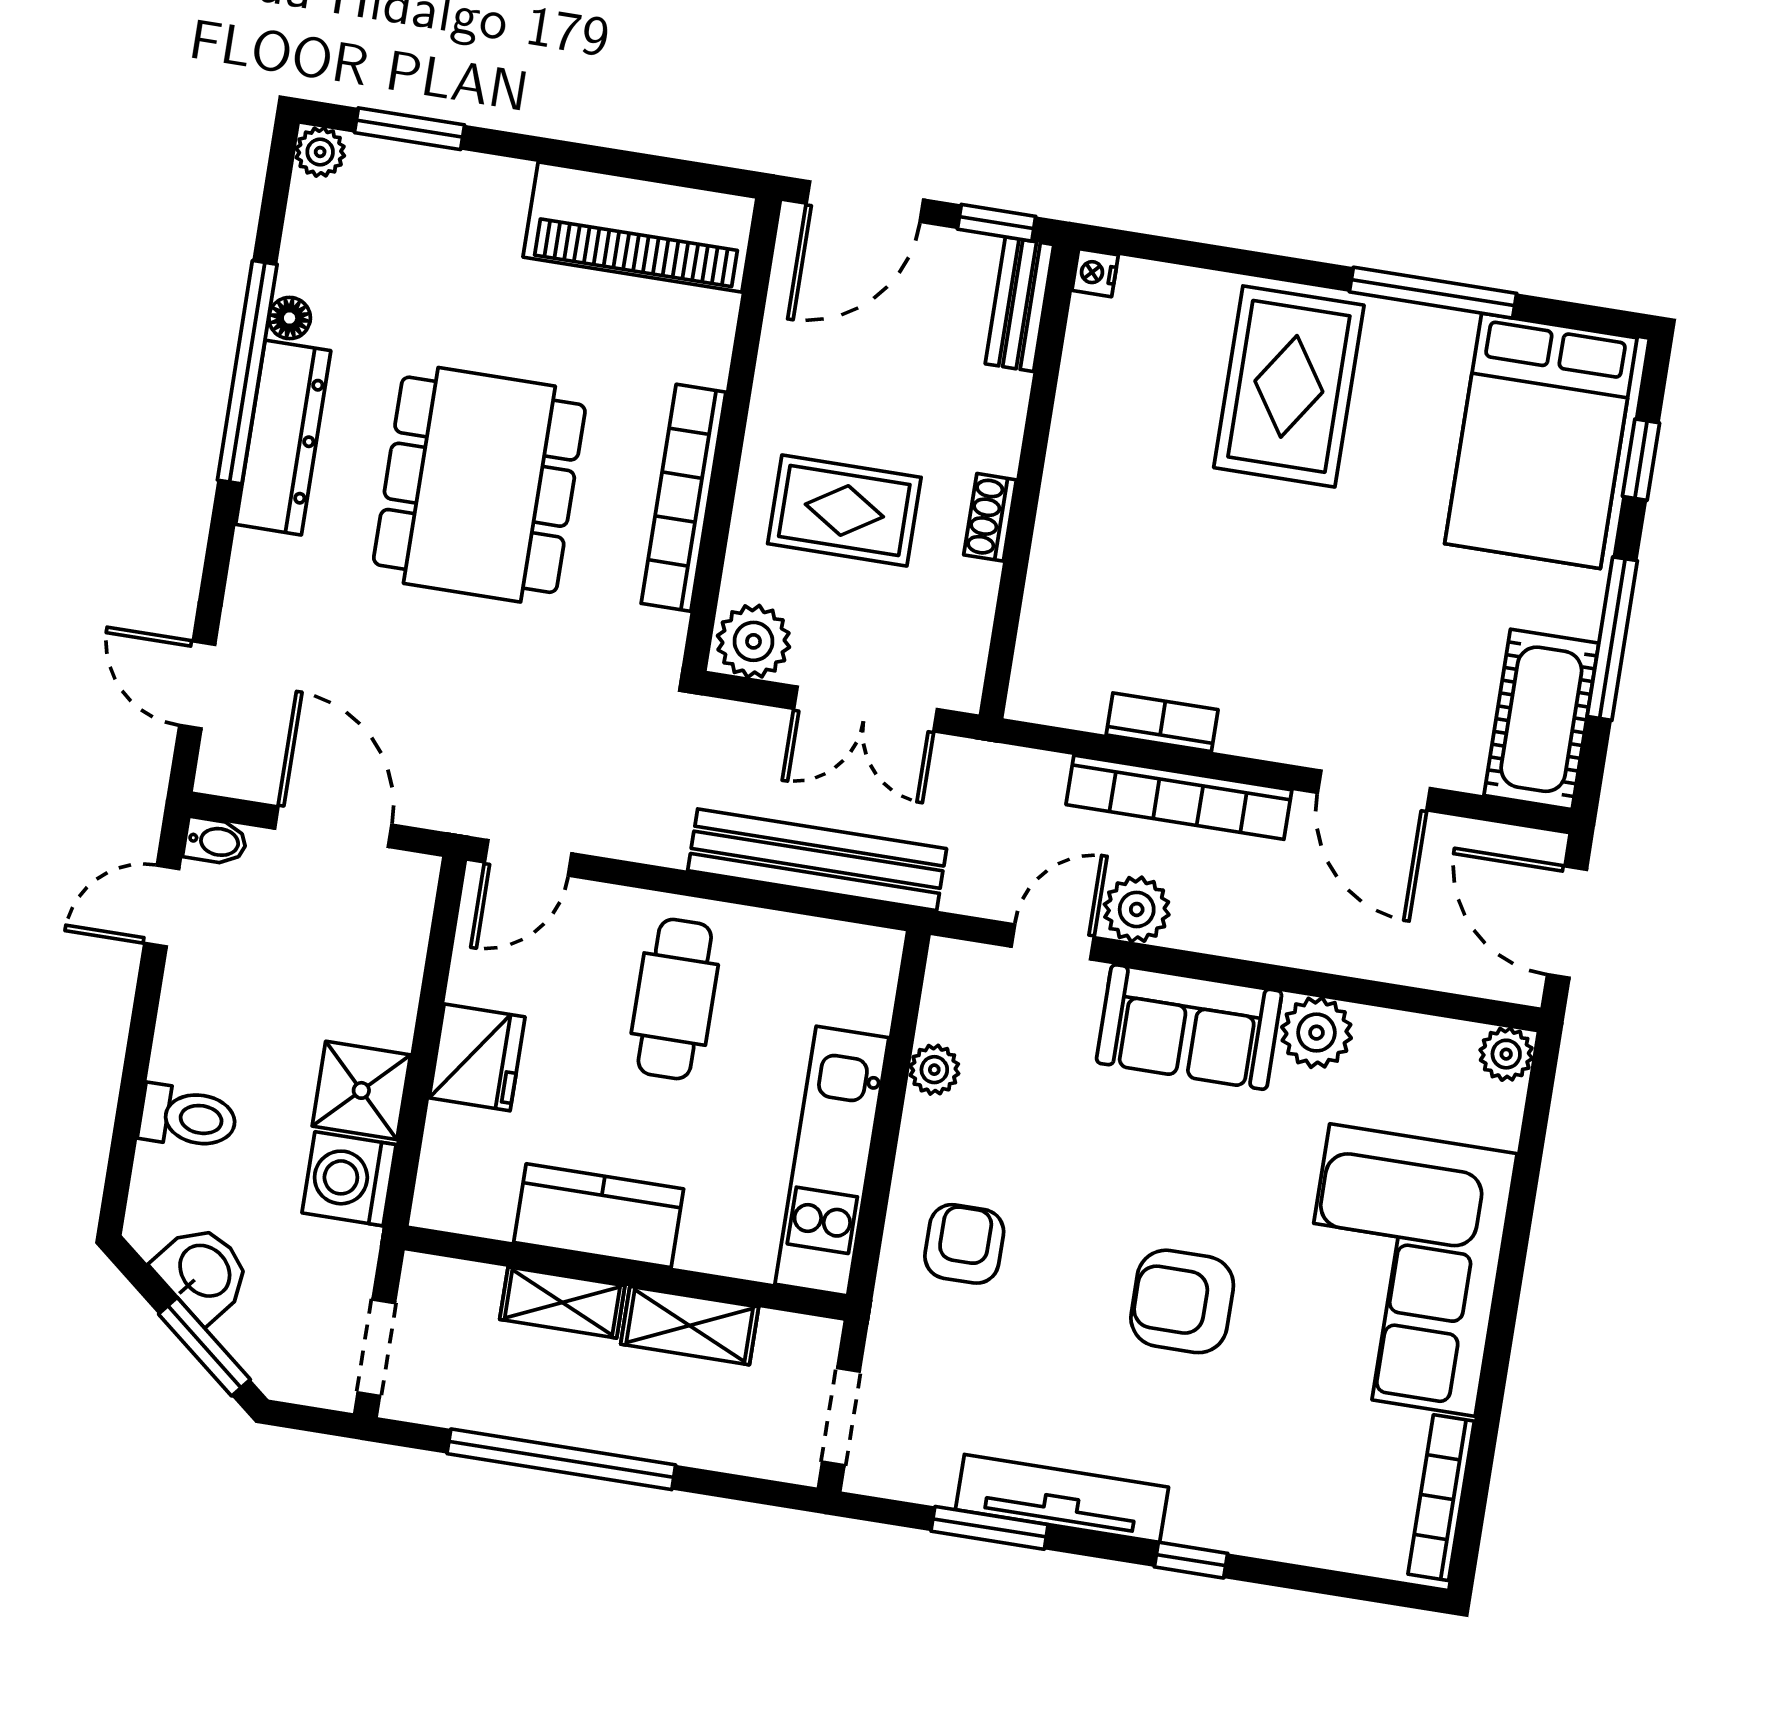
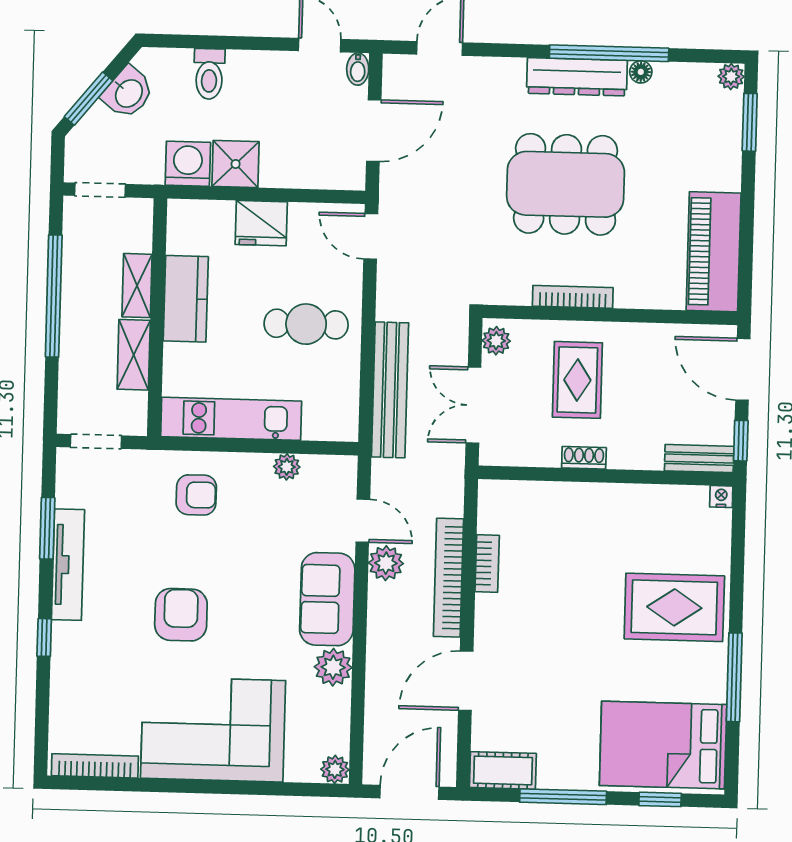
bookcase: (683, 498) -> (573, 297), width x0.68, depth x0.76
plant: (754, 641) -> (496, 341), width x0.73, depth x0.73
cot: (1541, 719) -> (503, 770), width x0.73, depth x0.75

